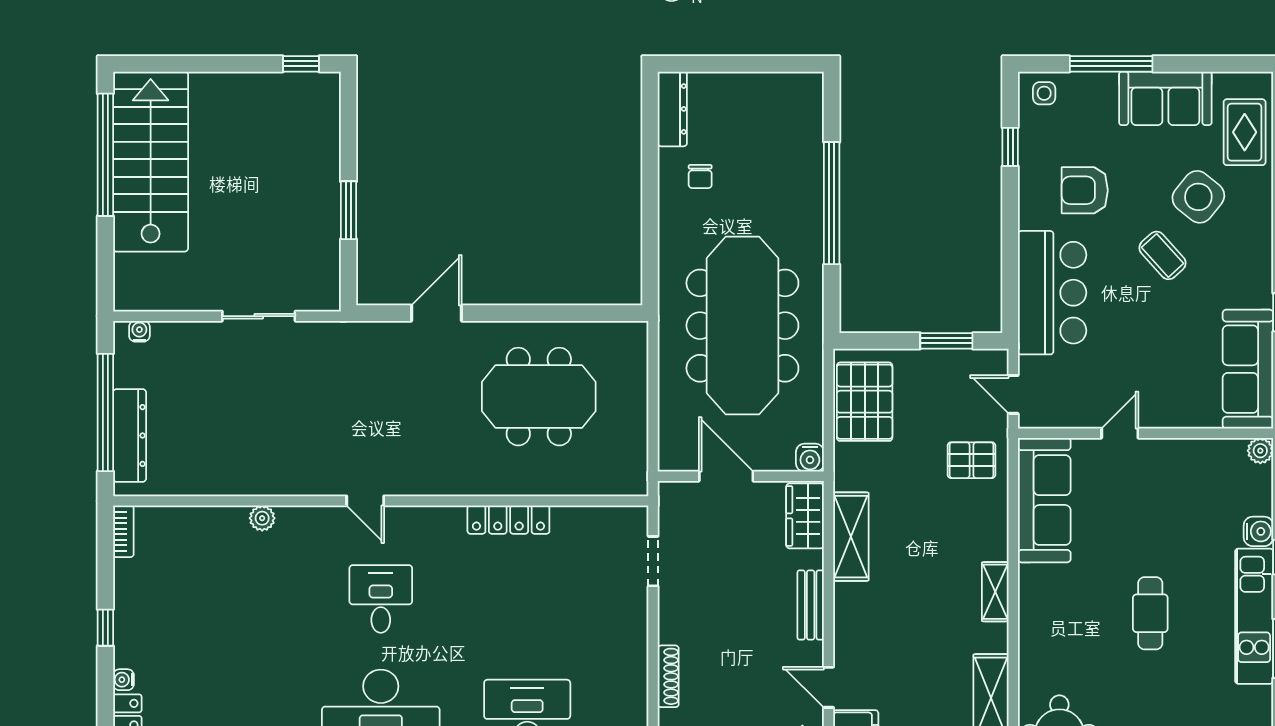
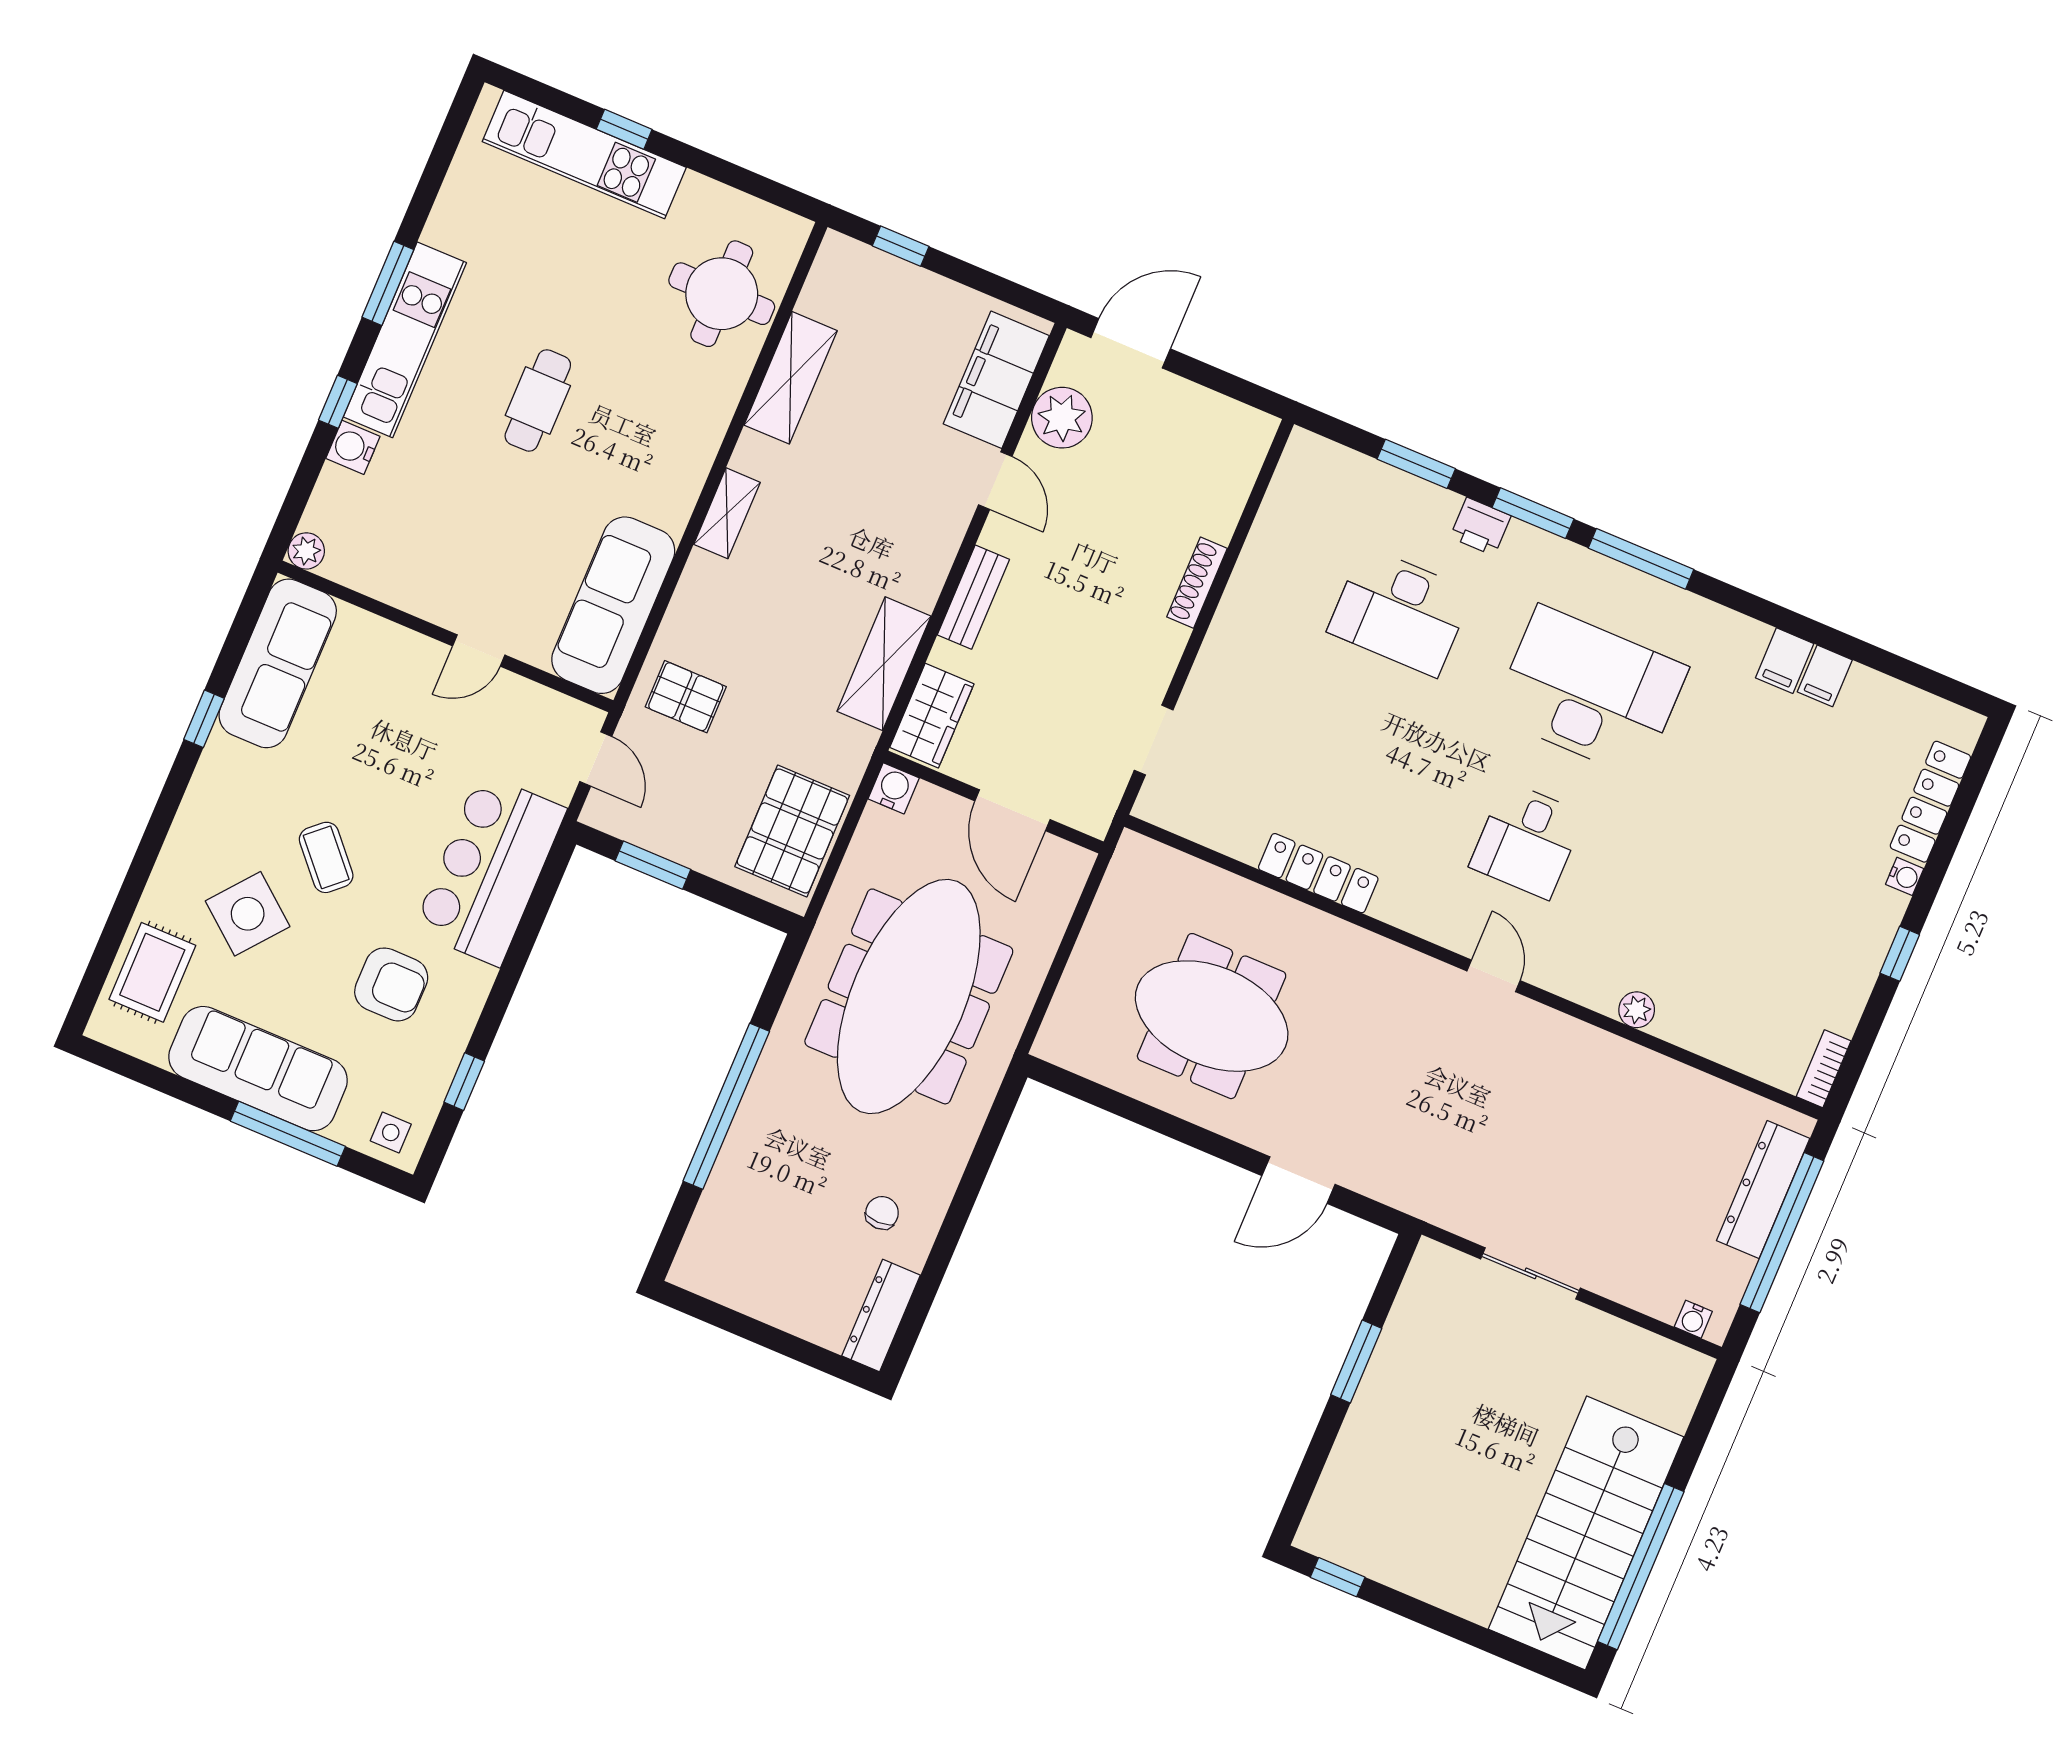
sofa: (1165, 98) -> (258, 1069), width x1.36

